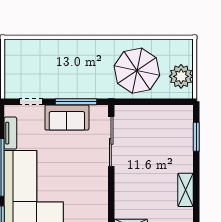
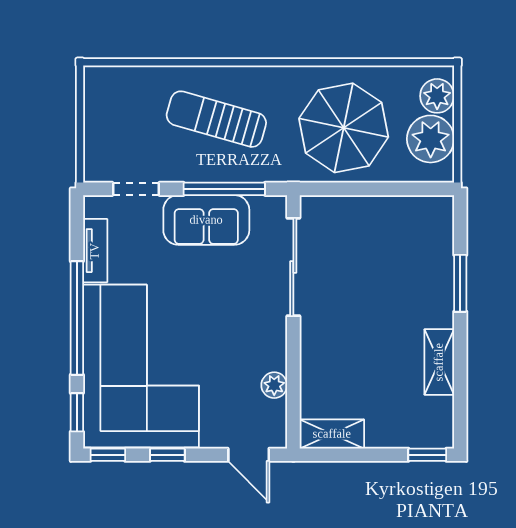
plant: (184, 54) -> (437, 96), added
sun lounger: (72, 66) -> (216, 119), added
window: (196, 137) -> (460, 283), moved
plant: (101, 202) -> (274, 385), added

